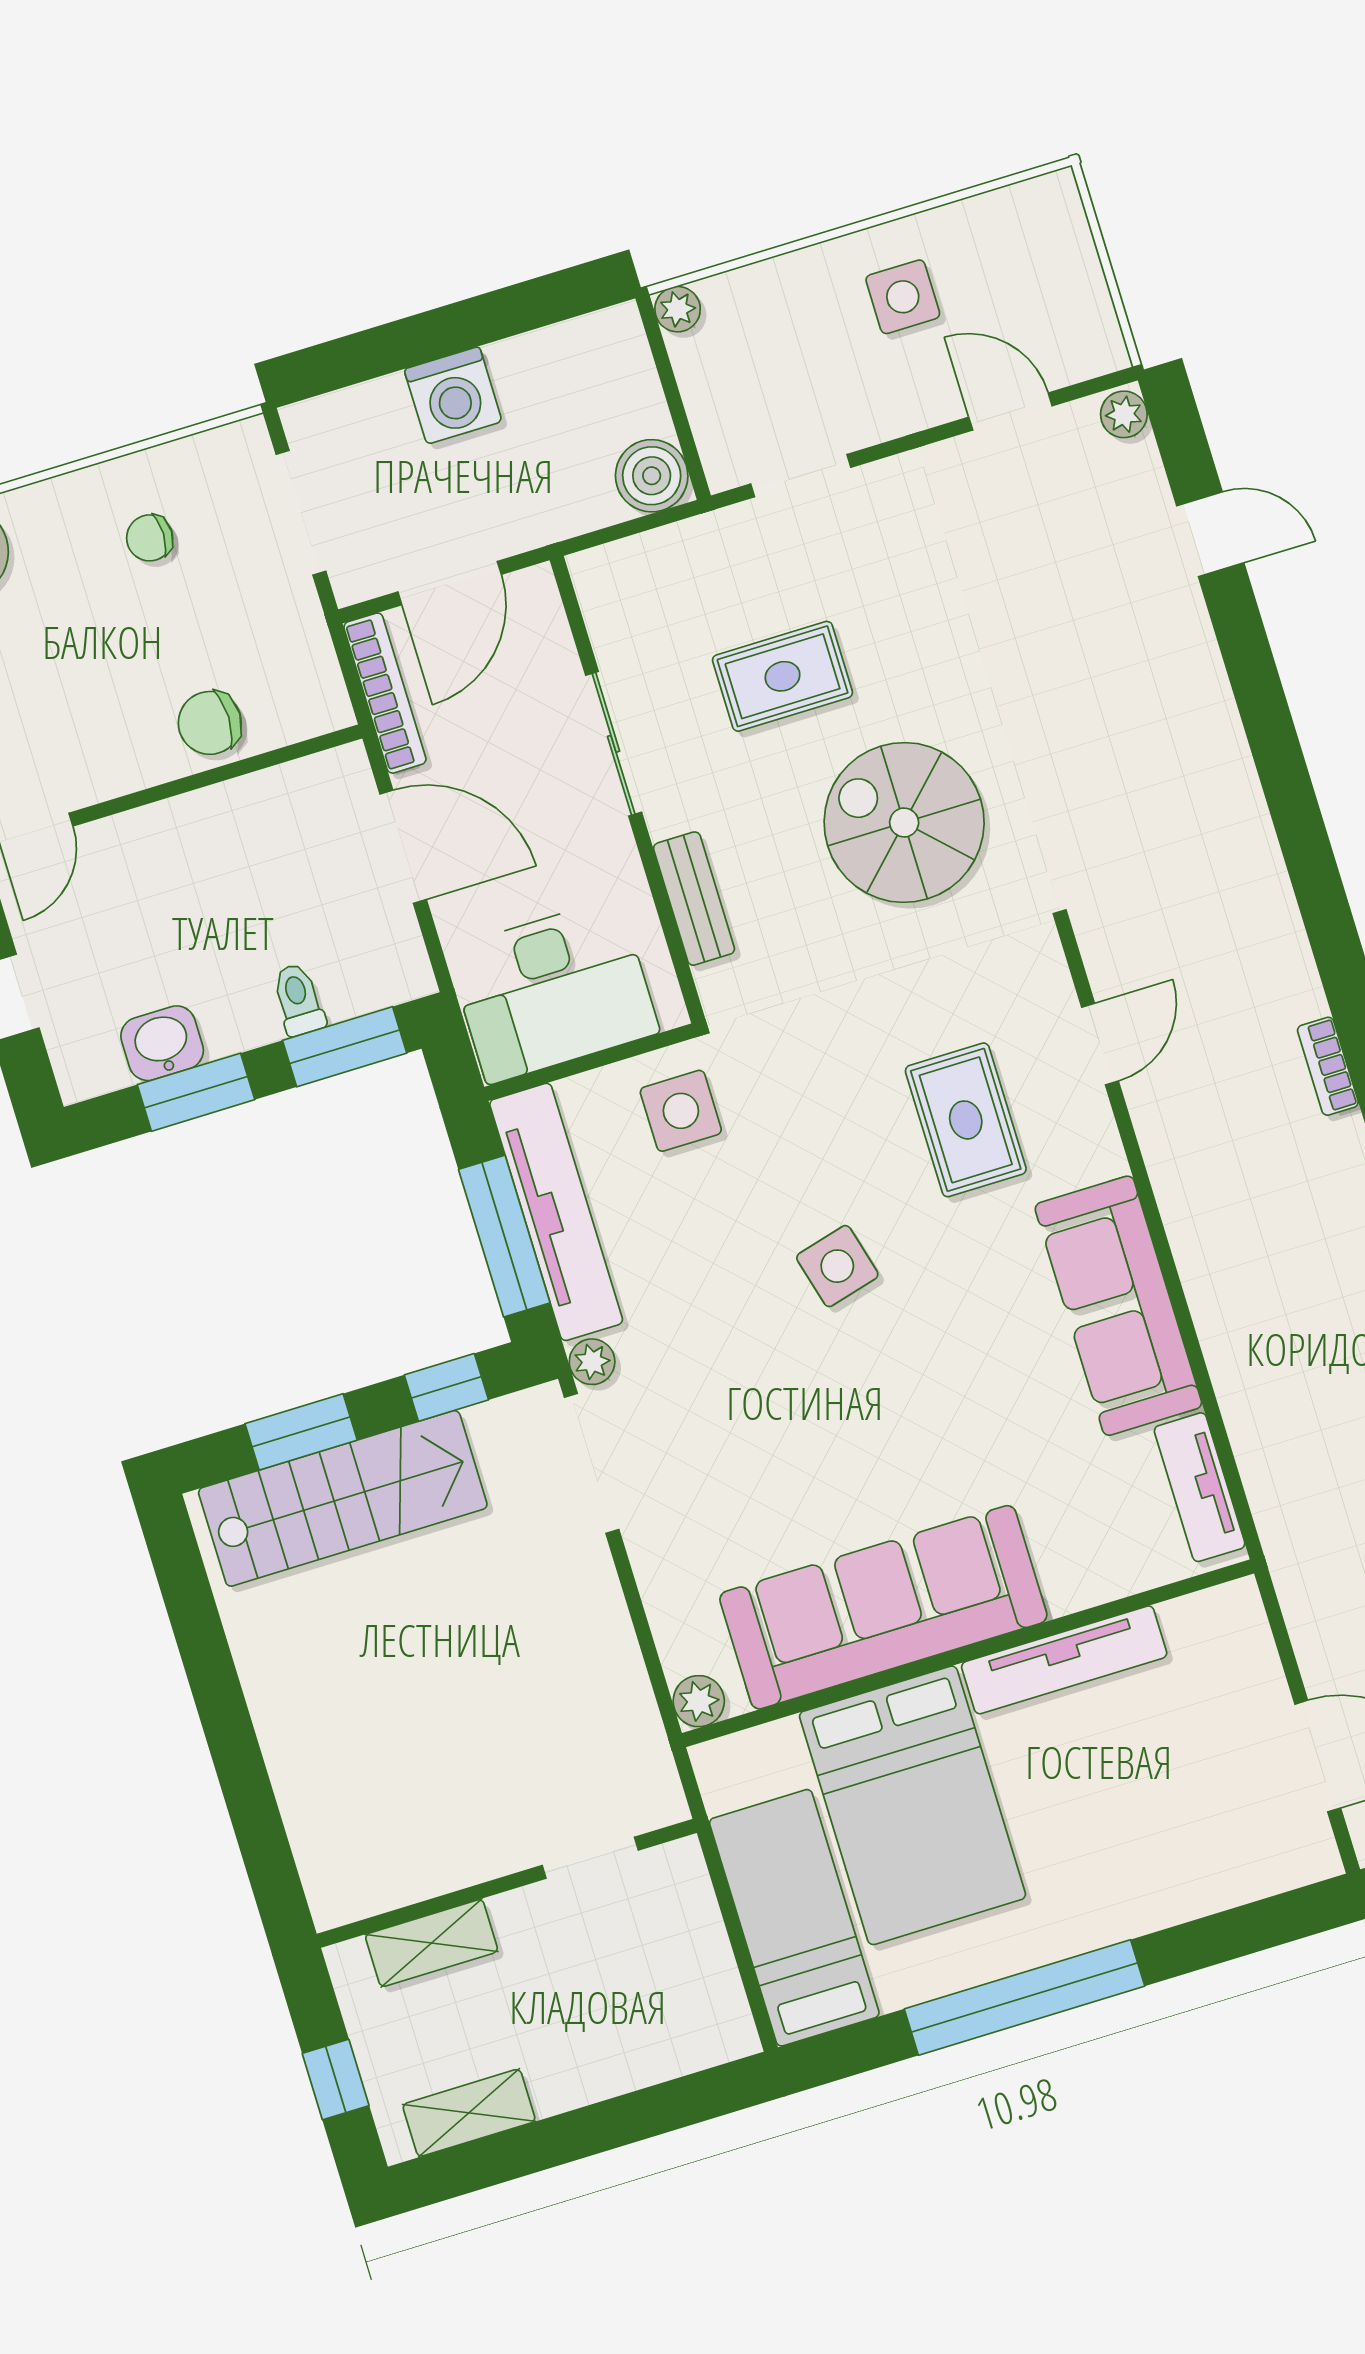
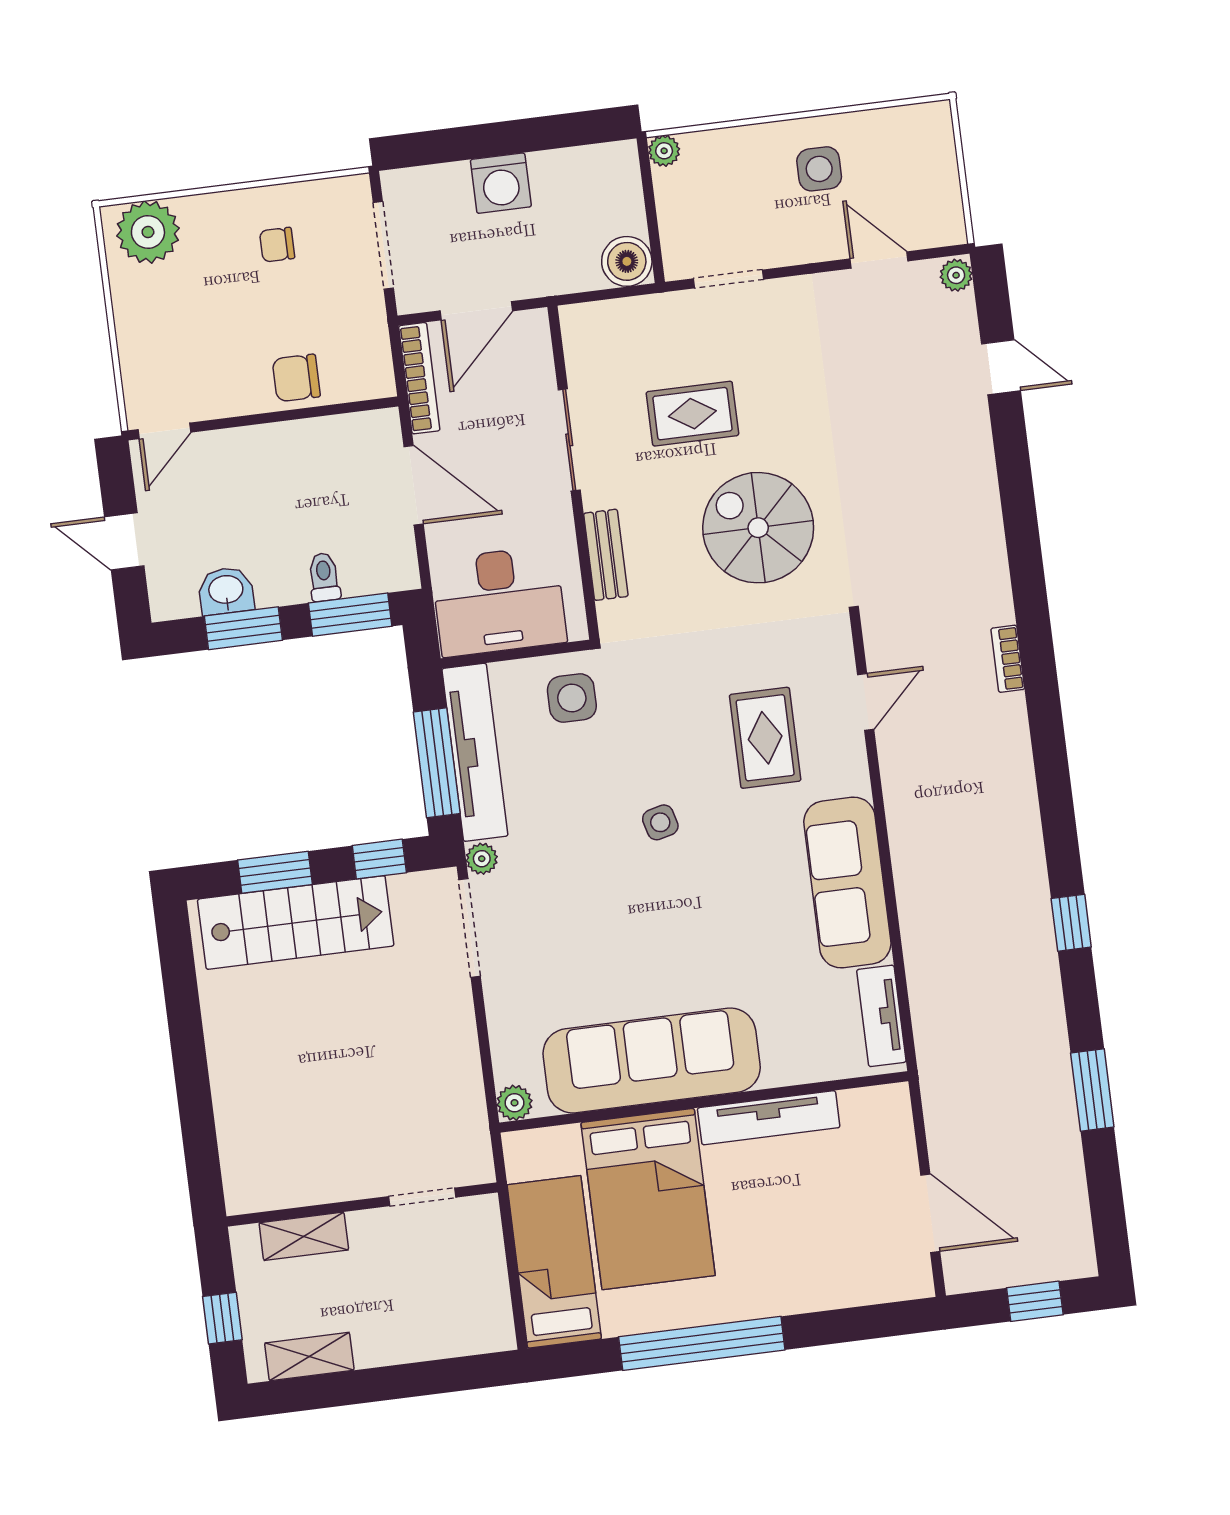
bookcase: (1328, 1066) -> (1008, 659), moved
side table: (837, 1266) -> (660, 822), width x0.73, depth x0.73

